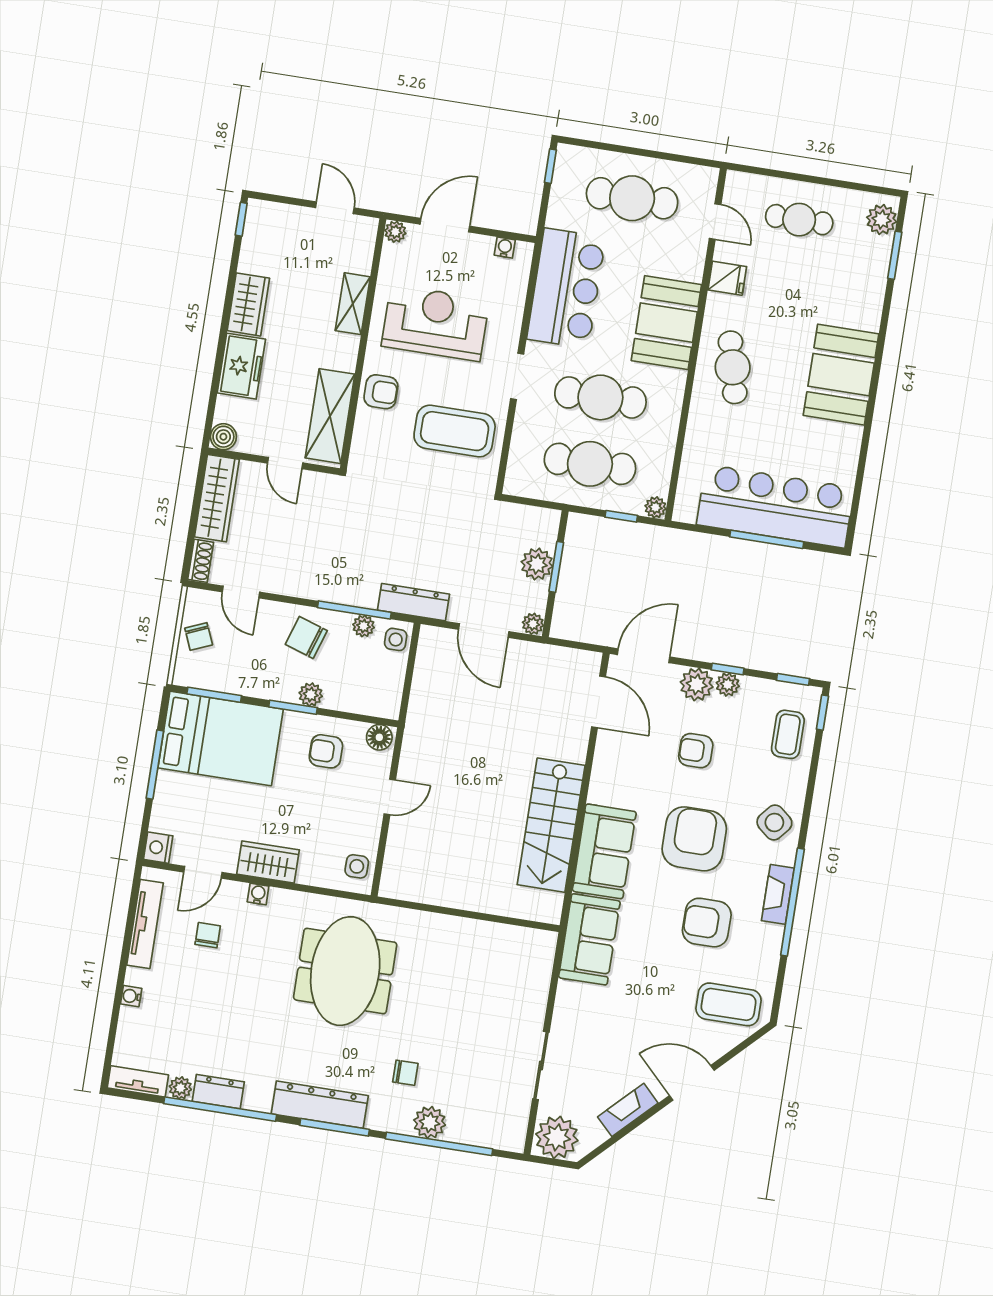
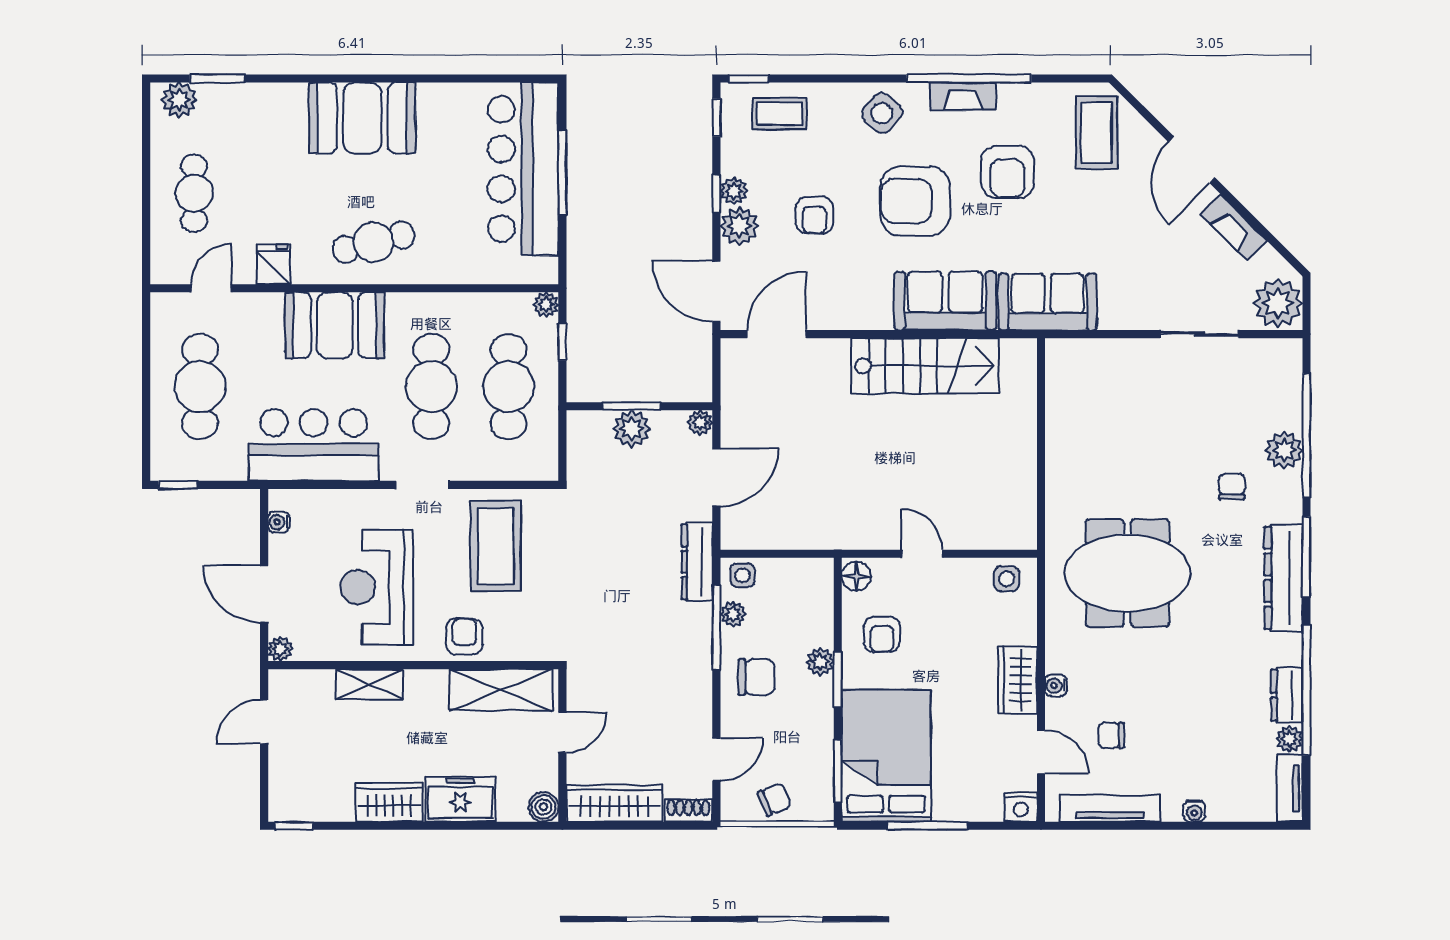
chair: (306, 637) -> (756, 677), turned -108

